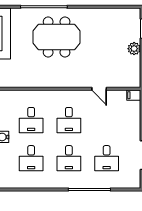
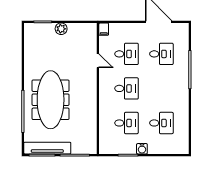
meeting table: (57, 37) -> (51, 100), width x1.36
door: (99, 89) -> (98, 61), hinge flipped
desk: (69, 158) -> (126, 54), moved

